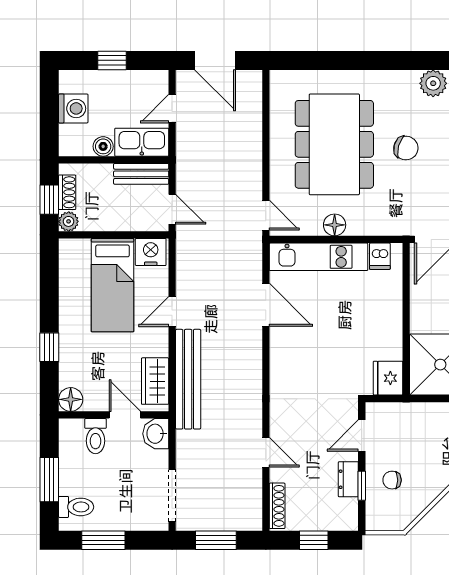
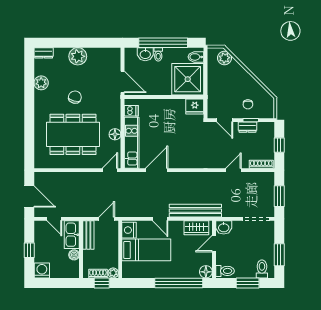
door: (215, 60) -> (29, 197), hinge flipped
washing machine: (73, 108) -> (42, 270), moved
window: (49, 347) -> (179, 283), width x3.17
toilet: (95, 436) -> (225, 271), moved

